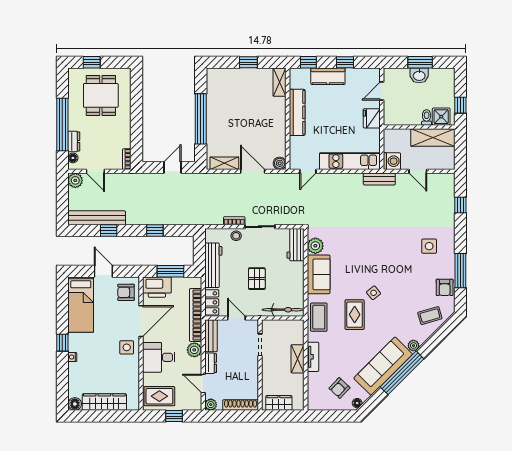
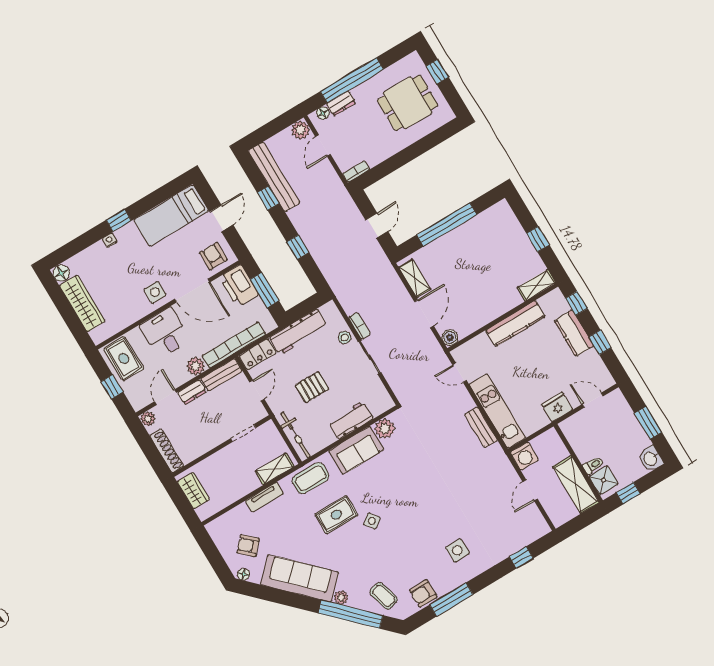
washbasin: (419, 75) -> (651, 459), moved
door: (173, 167) -> (377, 226), hinge flipped
bench: (379, 179) -> (481, 427), moved
workbench: (296, 245) -> (351, 420), moved
shelving: (298, 359) -> (275, 469), moved
window: (402, 373) -> (351, 614), moved

